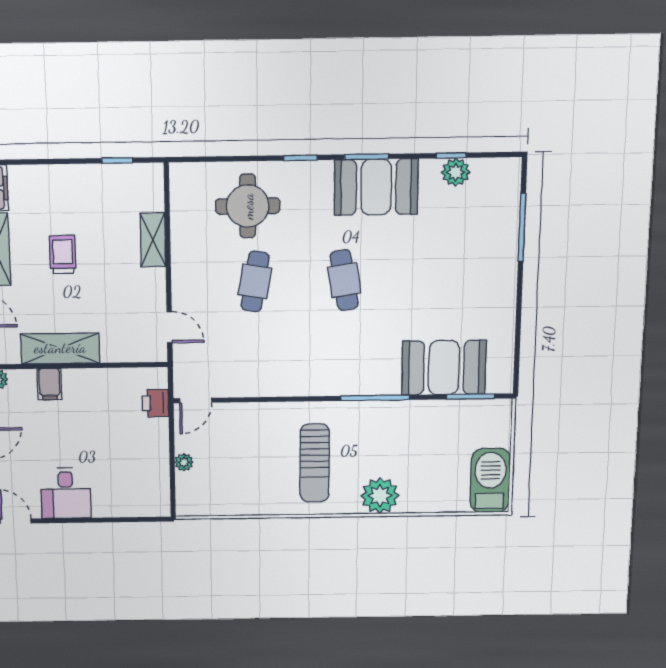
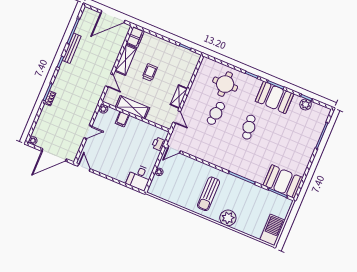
shelving: (153, 240) -> (179, 97), moved
booth: (444, 368) -> (283, 182), moved
desk: (66, 493) -> (139, 177), moved

